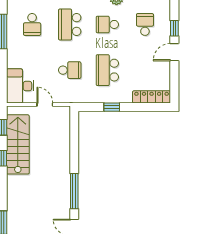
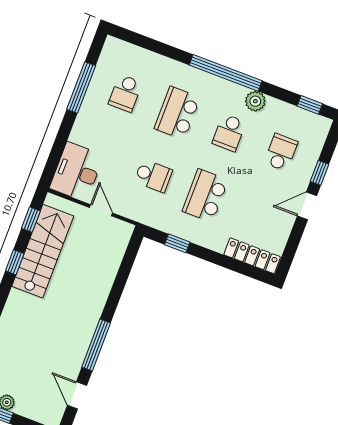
school desk: (107, 24) -> (229, 133), turned -90
window: (112, 107) -> (177, 243), moved

